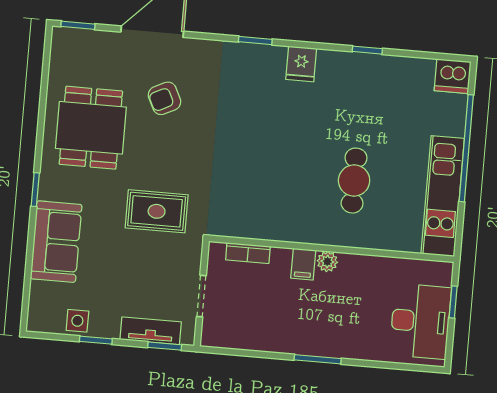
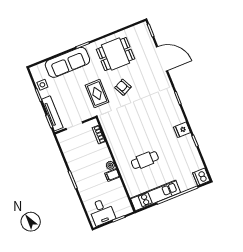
fridge: (301, 64) -> (182, 130), moved
armchair: (165, 98) -> (123, 87), moved
sofa: (56, 242) -> (67, 62), width x1.36
filing cabinet: (303, 264) -> (112, 175), moved
desk: (420, 321) -> (102, 212), width x0.73
tv unit: (151, 331) -> (52, 113), width x1.41

